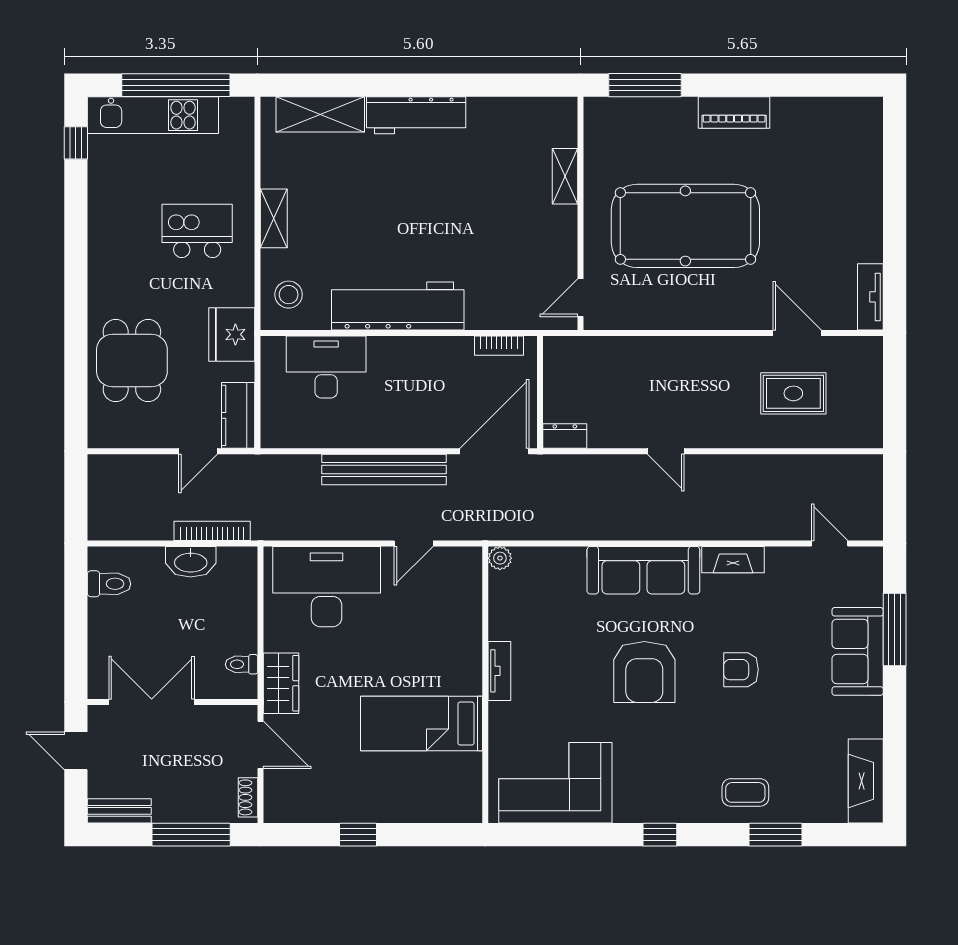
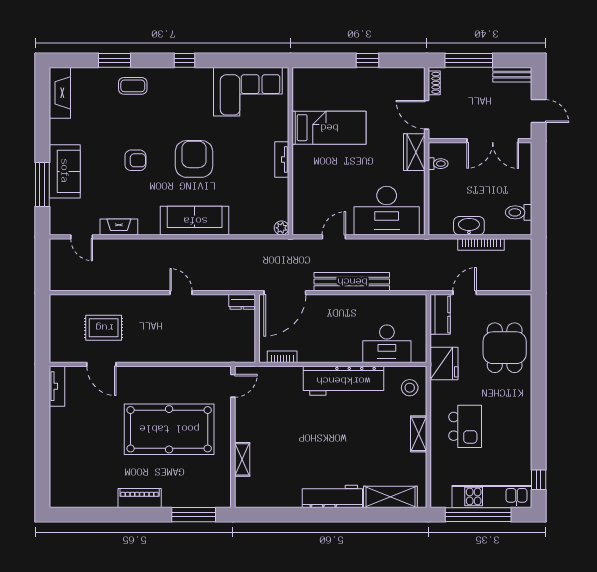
kitchen island: (197, 231) -> (465, 426), turned -90
bookcase: (212, 531) -> (481, 244), moved
fireplace: (733, 560) -> (119, 227), moved

